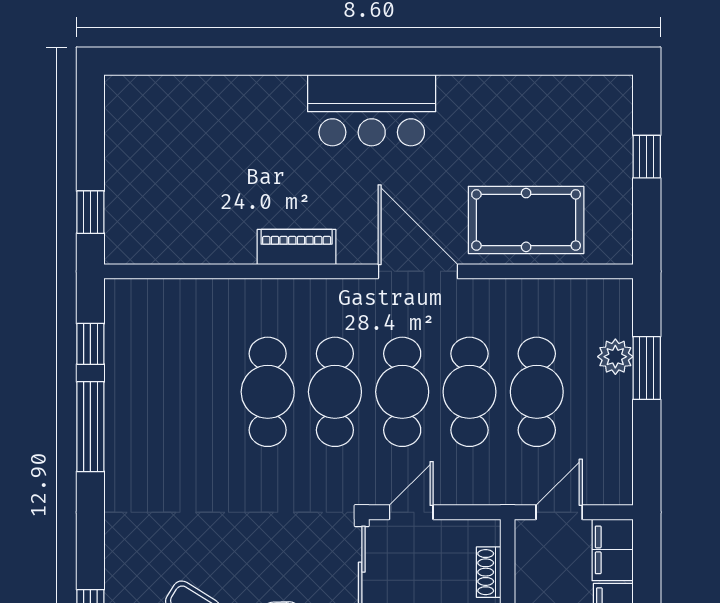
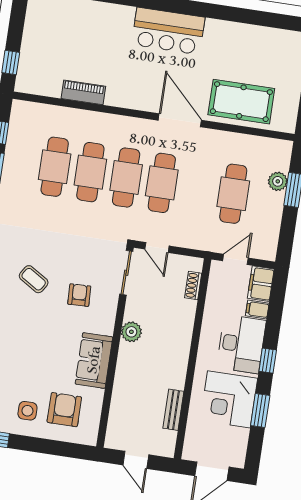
piano: (297, 247) -> (83, 92), moved
cafe table: (469, 392) -> (55, 167), moved
door: (411, 512) -> (157, 248), swing flipped

